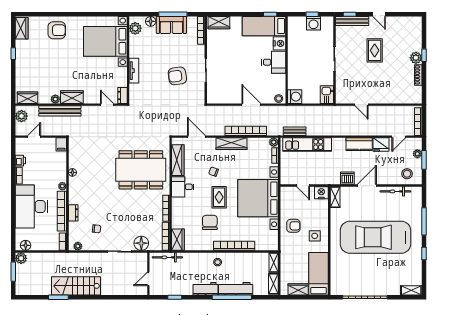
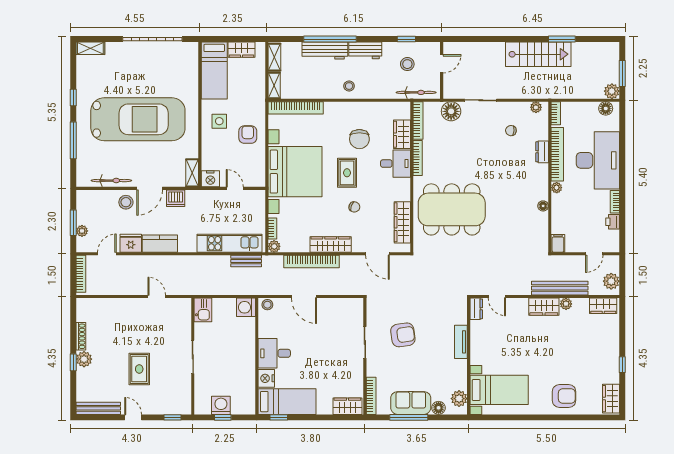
bench: (352, 21) -> (98, 408), moved
armchair: (57, 30) -> (564, 396), turned 180
bed with nightstands: (105, 41) -> (499, 390), width x0.73
stool: (407, 174) -> (126, 202), moved
desk: (183, 187) -> (396, 164), moved
armchair: (293, 226) -> (248, 135), turned 90
wardrobe: (178, 240) -> (402, 134), moved
bookcase: (234, 246) -> (296, 108), moved
stool: (174, 279) -> (407, 64), added

